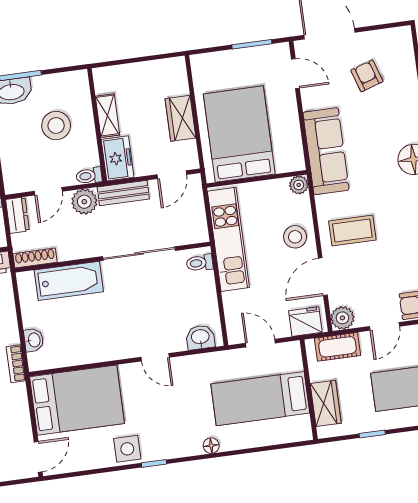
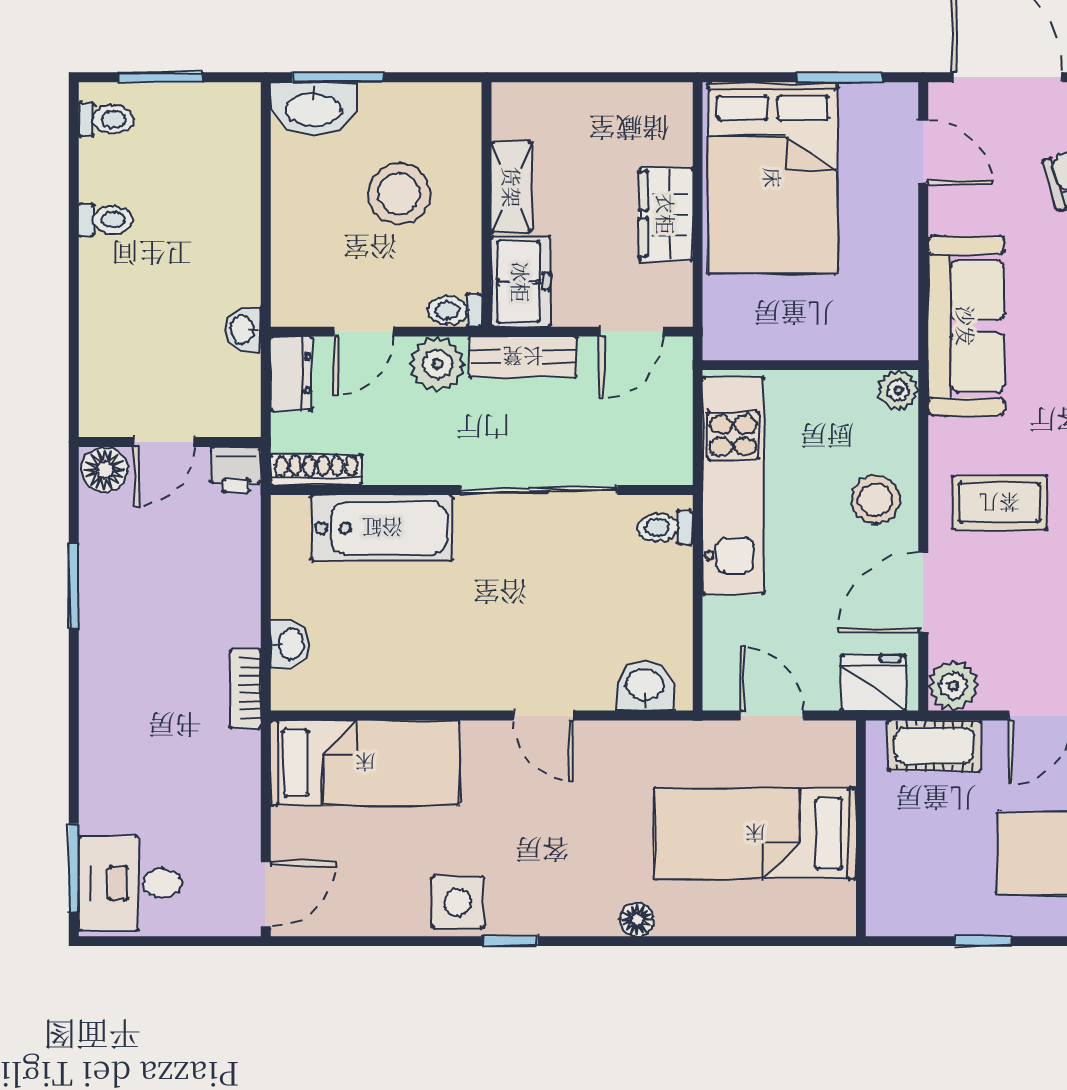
bed: (239, 134) -> (773, 178), moved, turned 180
bed: (77, 400) -> (365, 763), width x0.67
wardrobe: (326, 403) -> (893, 863), removed

